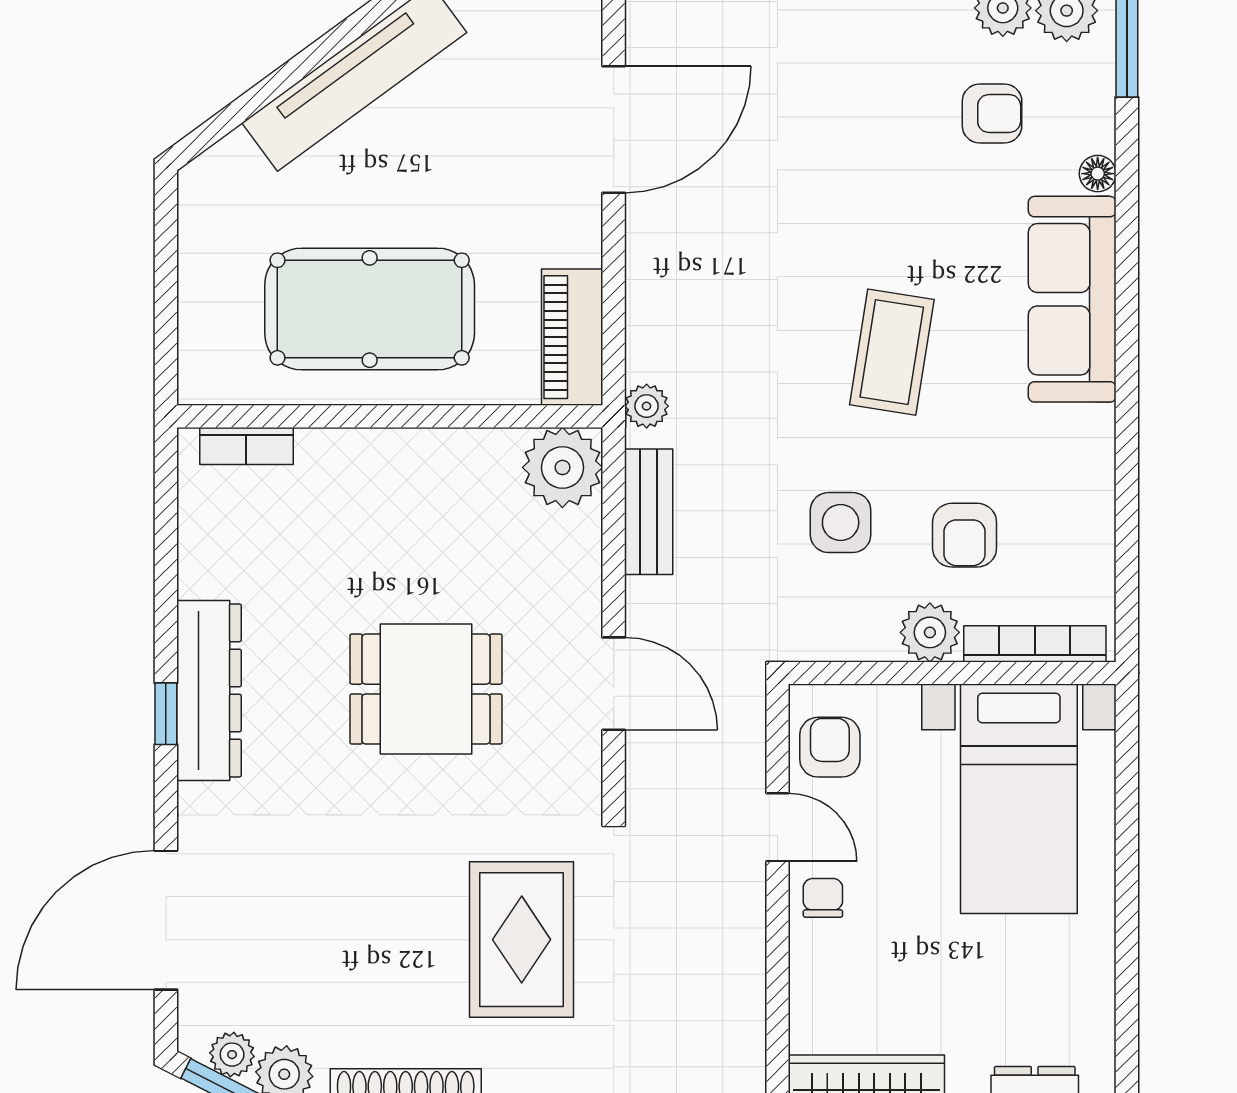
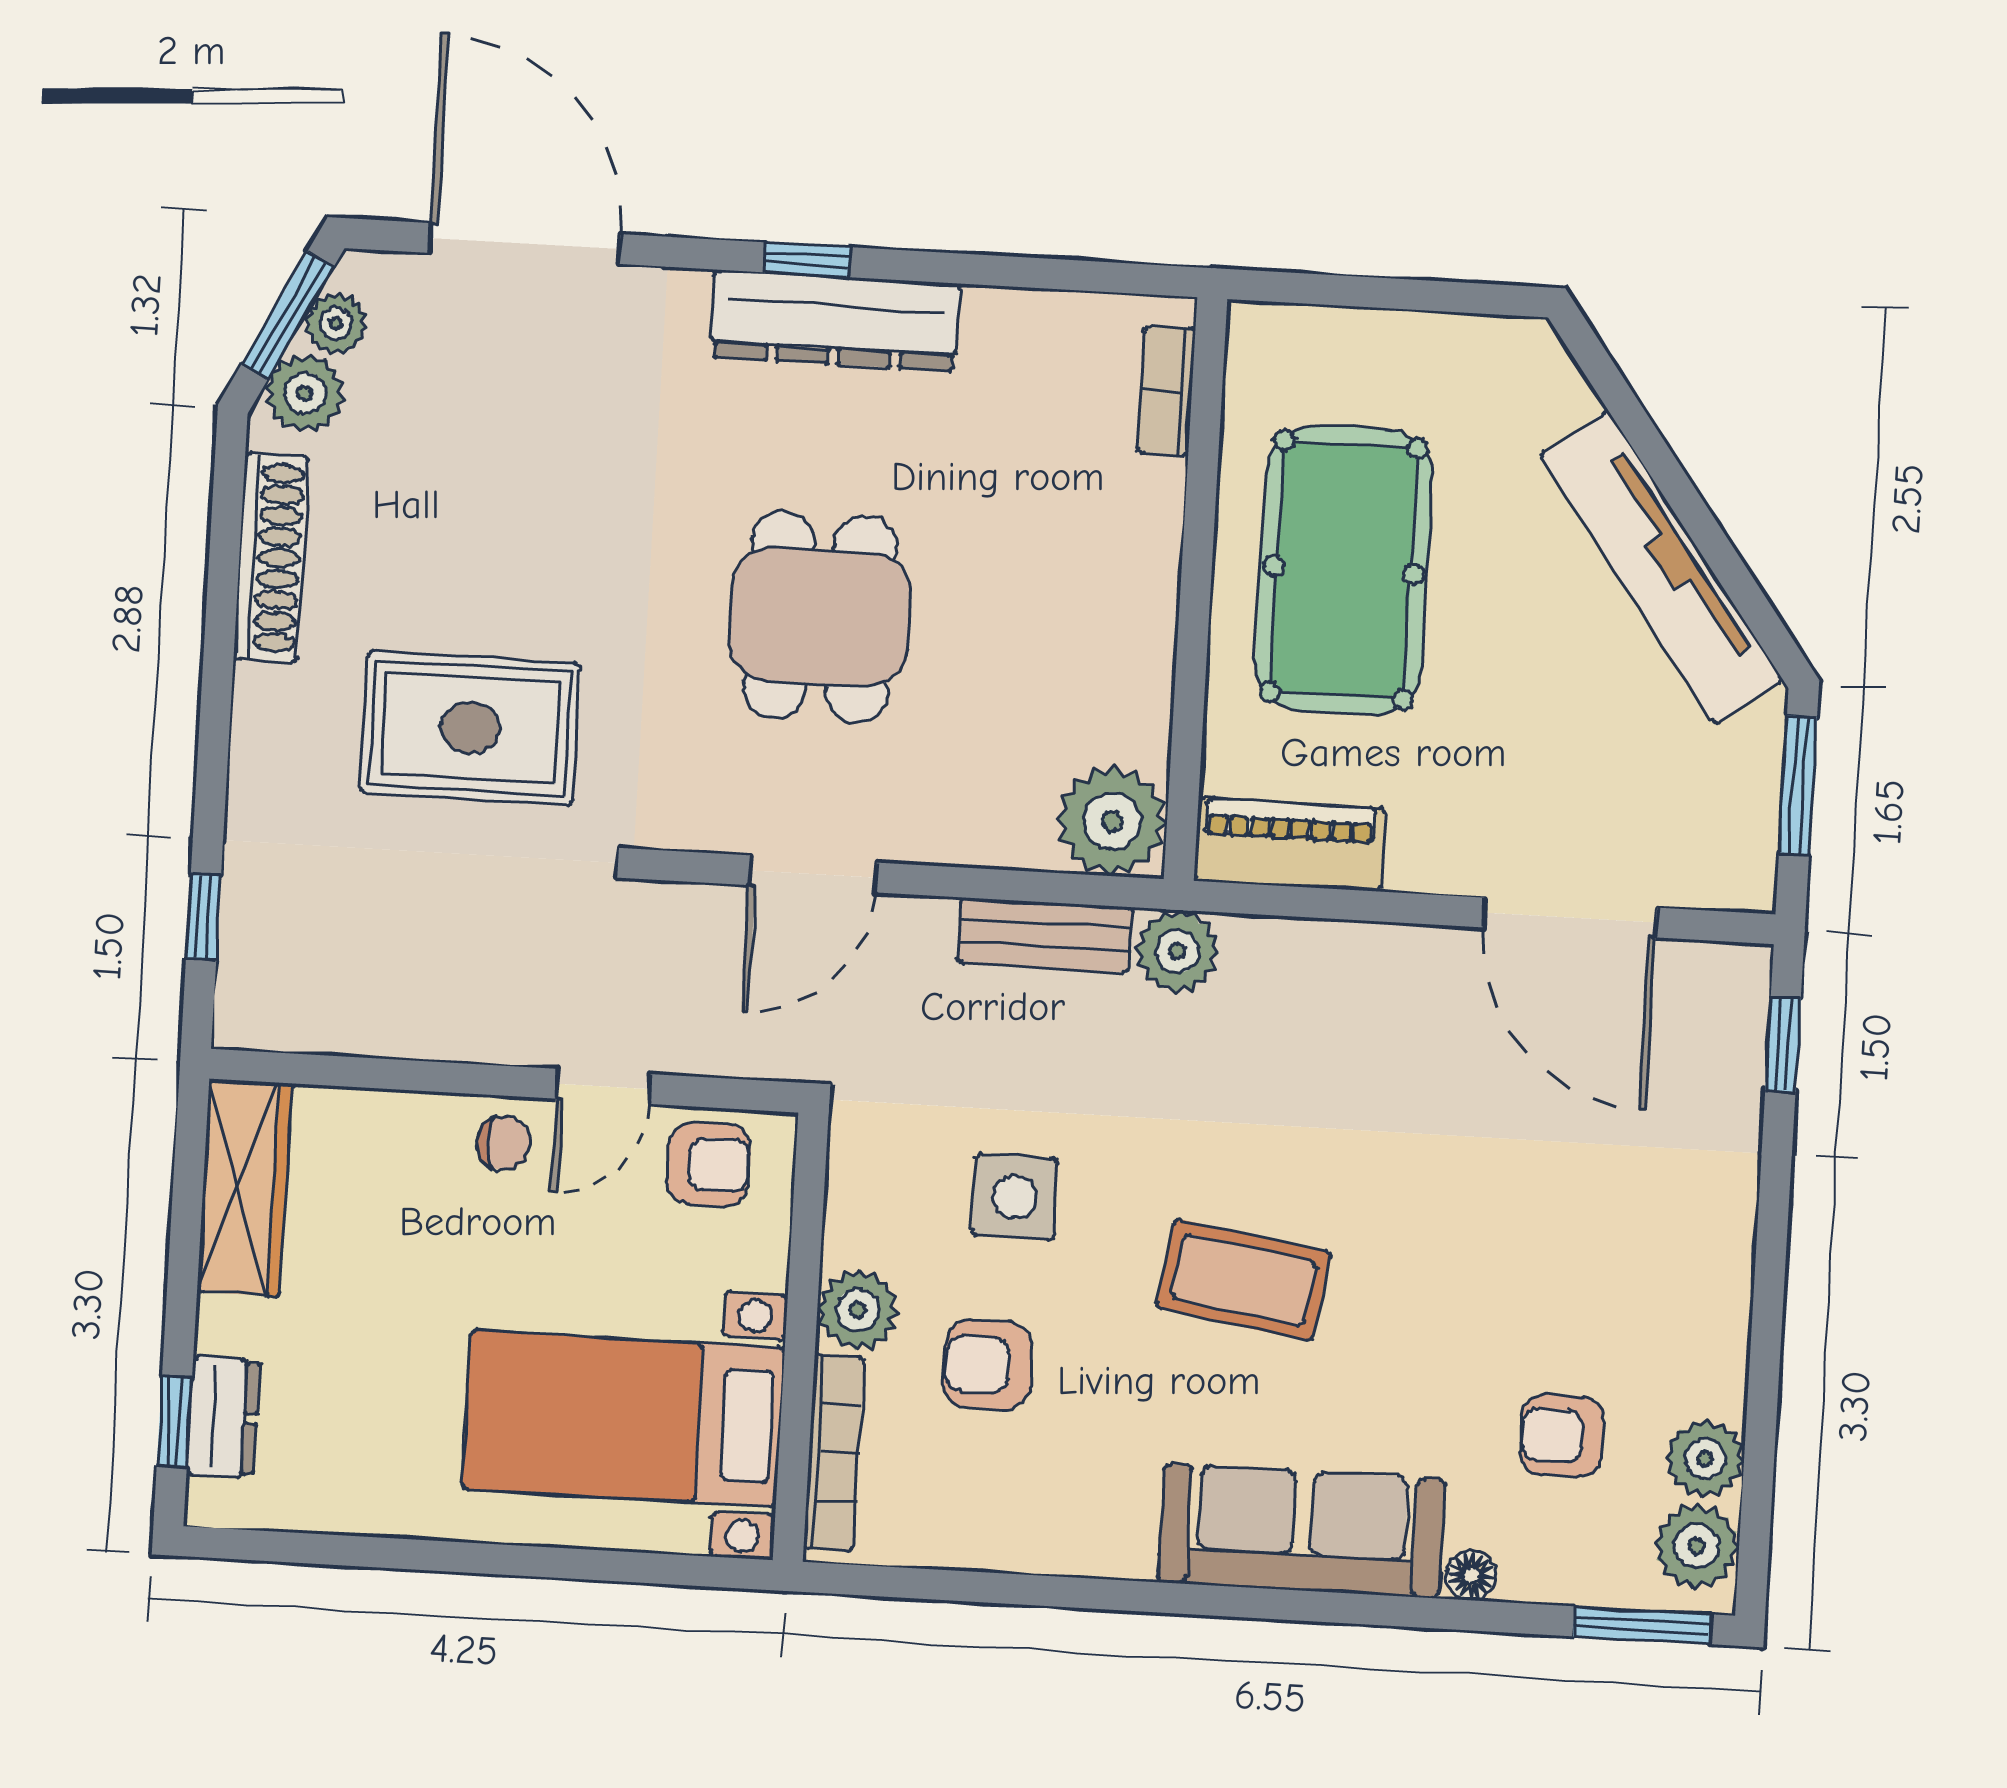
armchair: (992, 114) -> (1562, 1436), turned 90
plant: (647, 406) -> (1177, 951), width x1.38, depth x1.38

